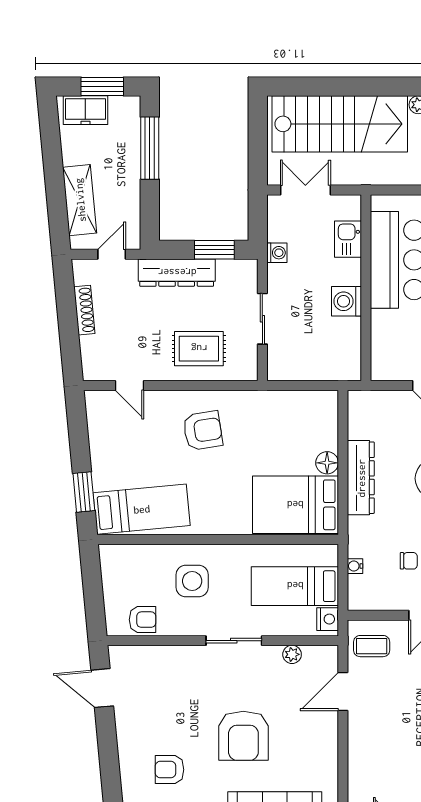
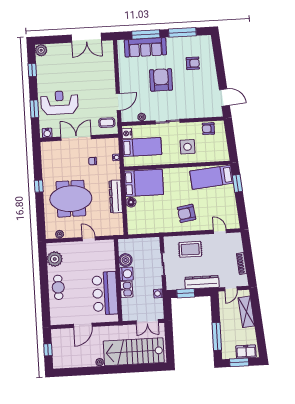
kitchen sink: (348, 239) -> (127, 289), moved
boiler: (347, 333) -> (126, 260), added

